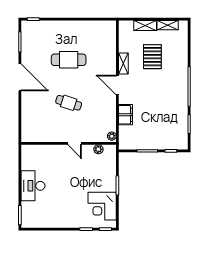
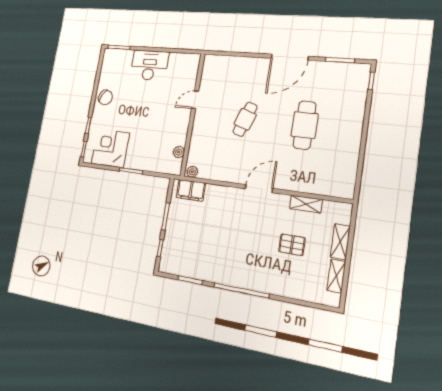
pallet: (152, 57) -> (292, 245), width x0.67, depth x0.71
shelving: (123, 63) -> (306, 204), moved
filing cabinet: (125, 115) -> (191, 190), moved
door: (75, 143) -> (195, 100), moved
chair: (62, 219) -> (105, 97), added

